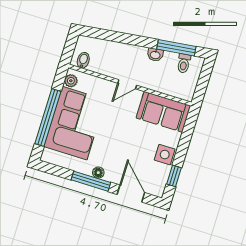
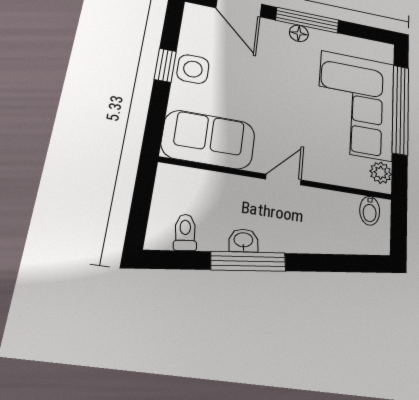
window: (176, 48) -> (248, 261), moved
window: (174, 176) -> (165, 65), moved

